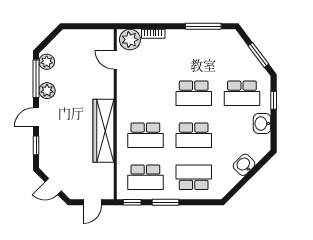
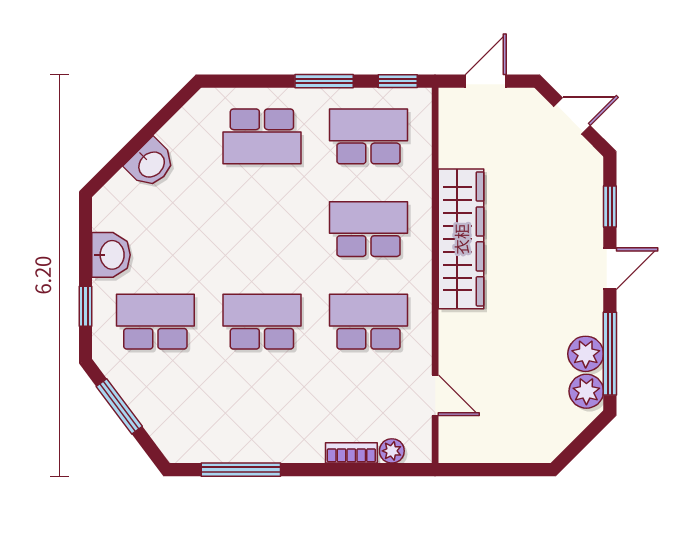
plant: (130, 40) -> (392, 451), width x0.53, depth x0.53
plant: (47, 91) -> (586, 354), moved
school desk: (194, 135) -> (368, 322), moved

